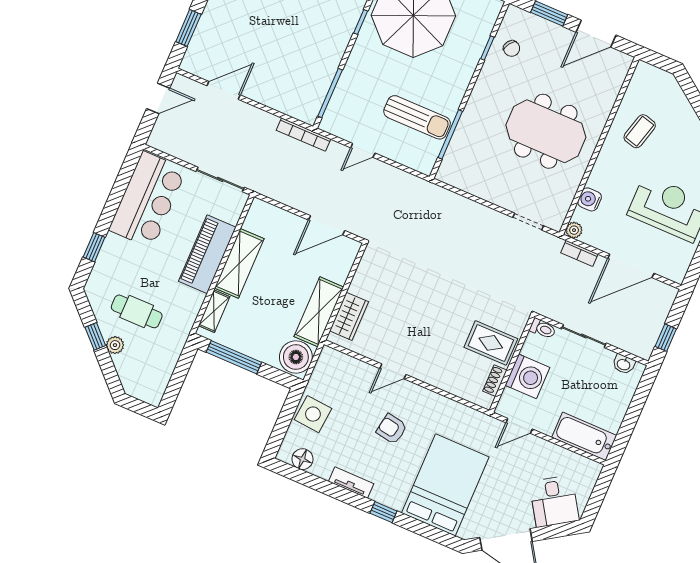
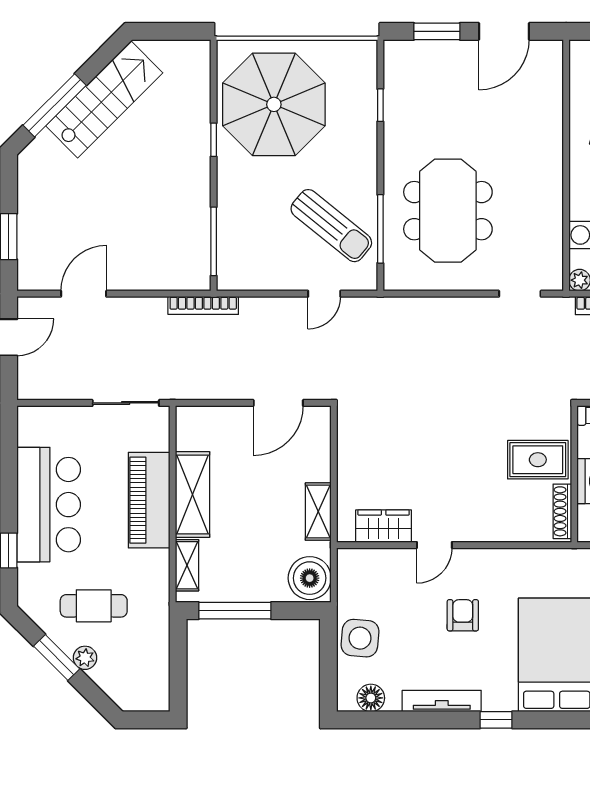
chair: (512, 48) -> (410, 93), removed
sun lounger: (417, 117) -> (331, 226), turned 39
meeting table: (546, 131) -> (448, 211), moved, turned 90
door: (363, 150) -> (324, 294), moved
bar counter: (148, 200) -> (49, 505), moved
shelving: (319, 312) -> (318, 512), width x0.67, depth x0.75
wardrobe: (349, 316) -> (384, 526), moved, turned -90
window: (95, 336) -> (57, 658), width x1.50
shoe rack: (495, 381) -> (562, 511), width x1.43
armchair: (392, 429) -> (463, 615), turned 80
tv unit: (351, 483) -> (442, 701), width x1.41

